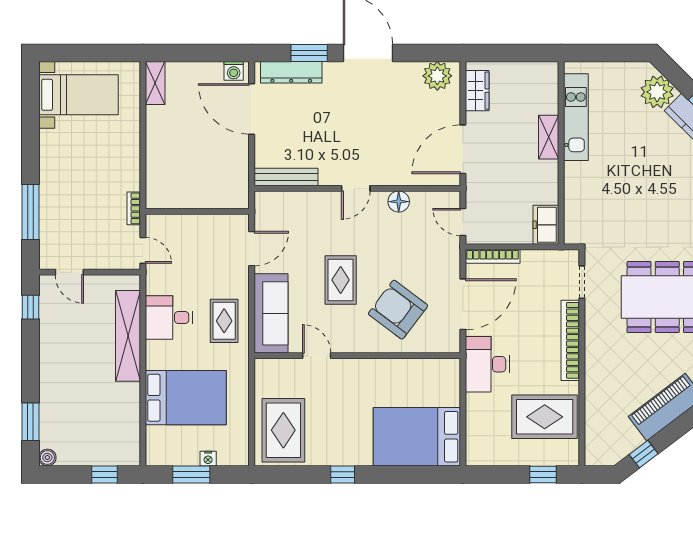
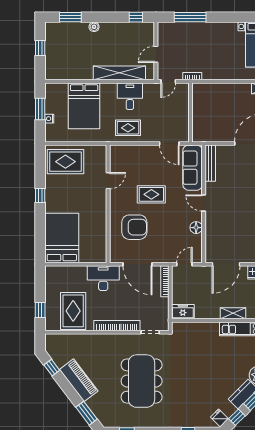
door: (463, 149) -> (226, 264), swing flipped
door: (69, 272) -> (156, 54), moved
armchair: (398, 310) -> (134, 227), turned 53
sofa: (271, 313) -> (193, 168), moved, turned 90
boiler: (47, 457) -> (94, 27), moved
window: (104, 474) -> (40, 48), moved

